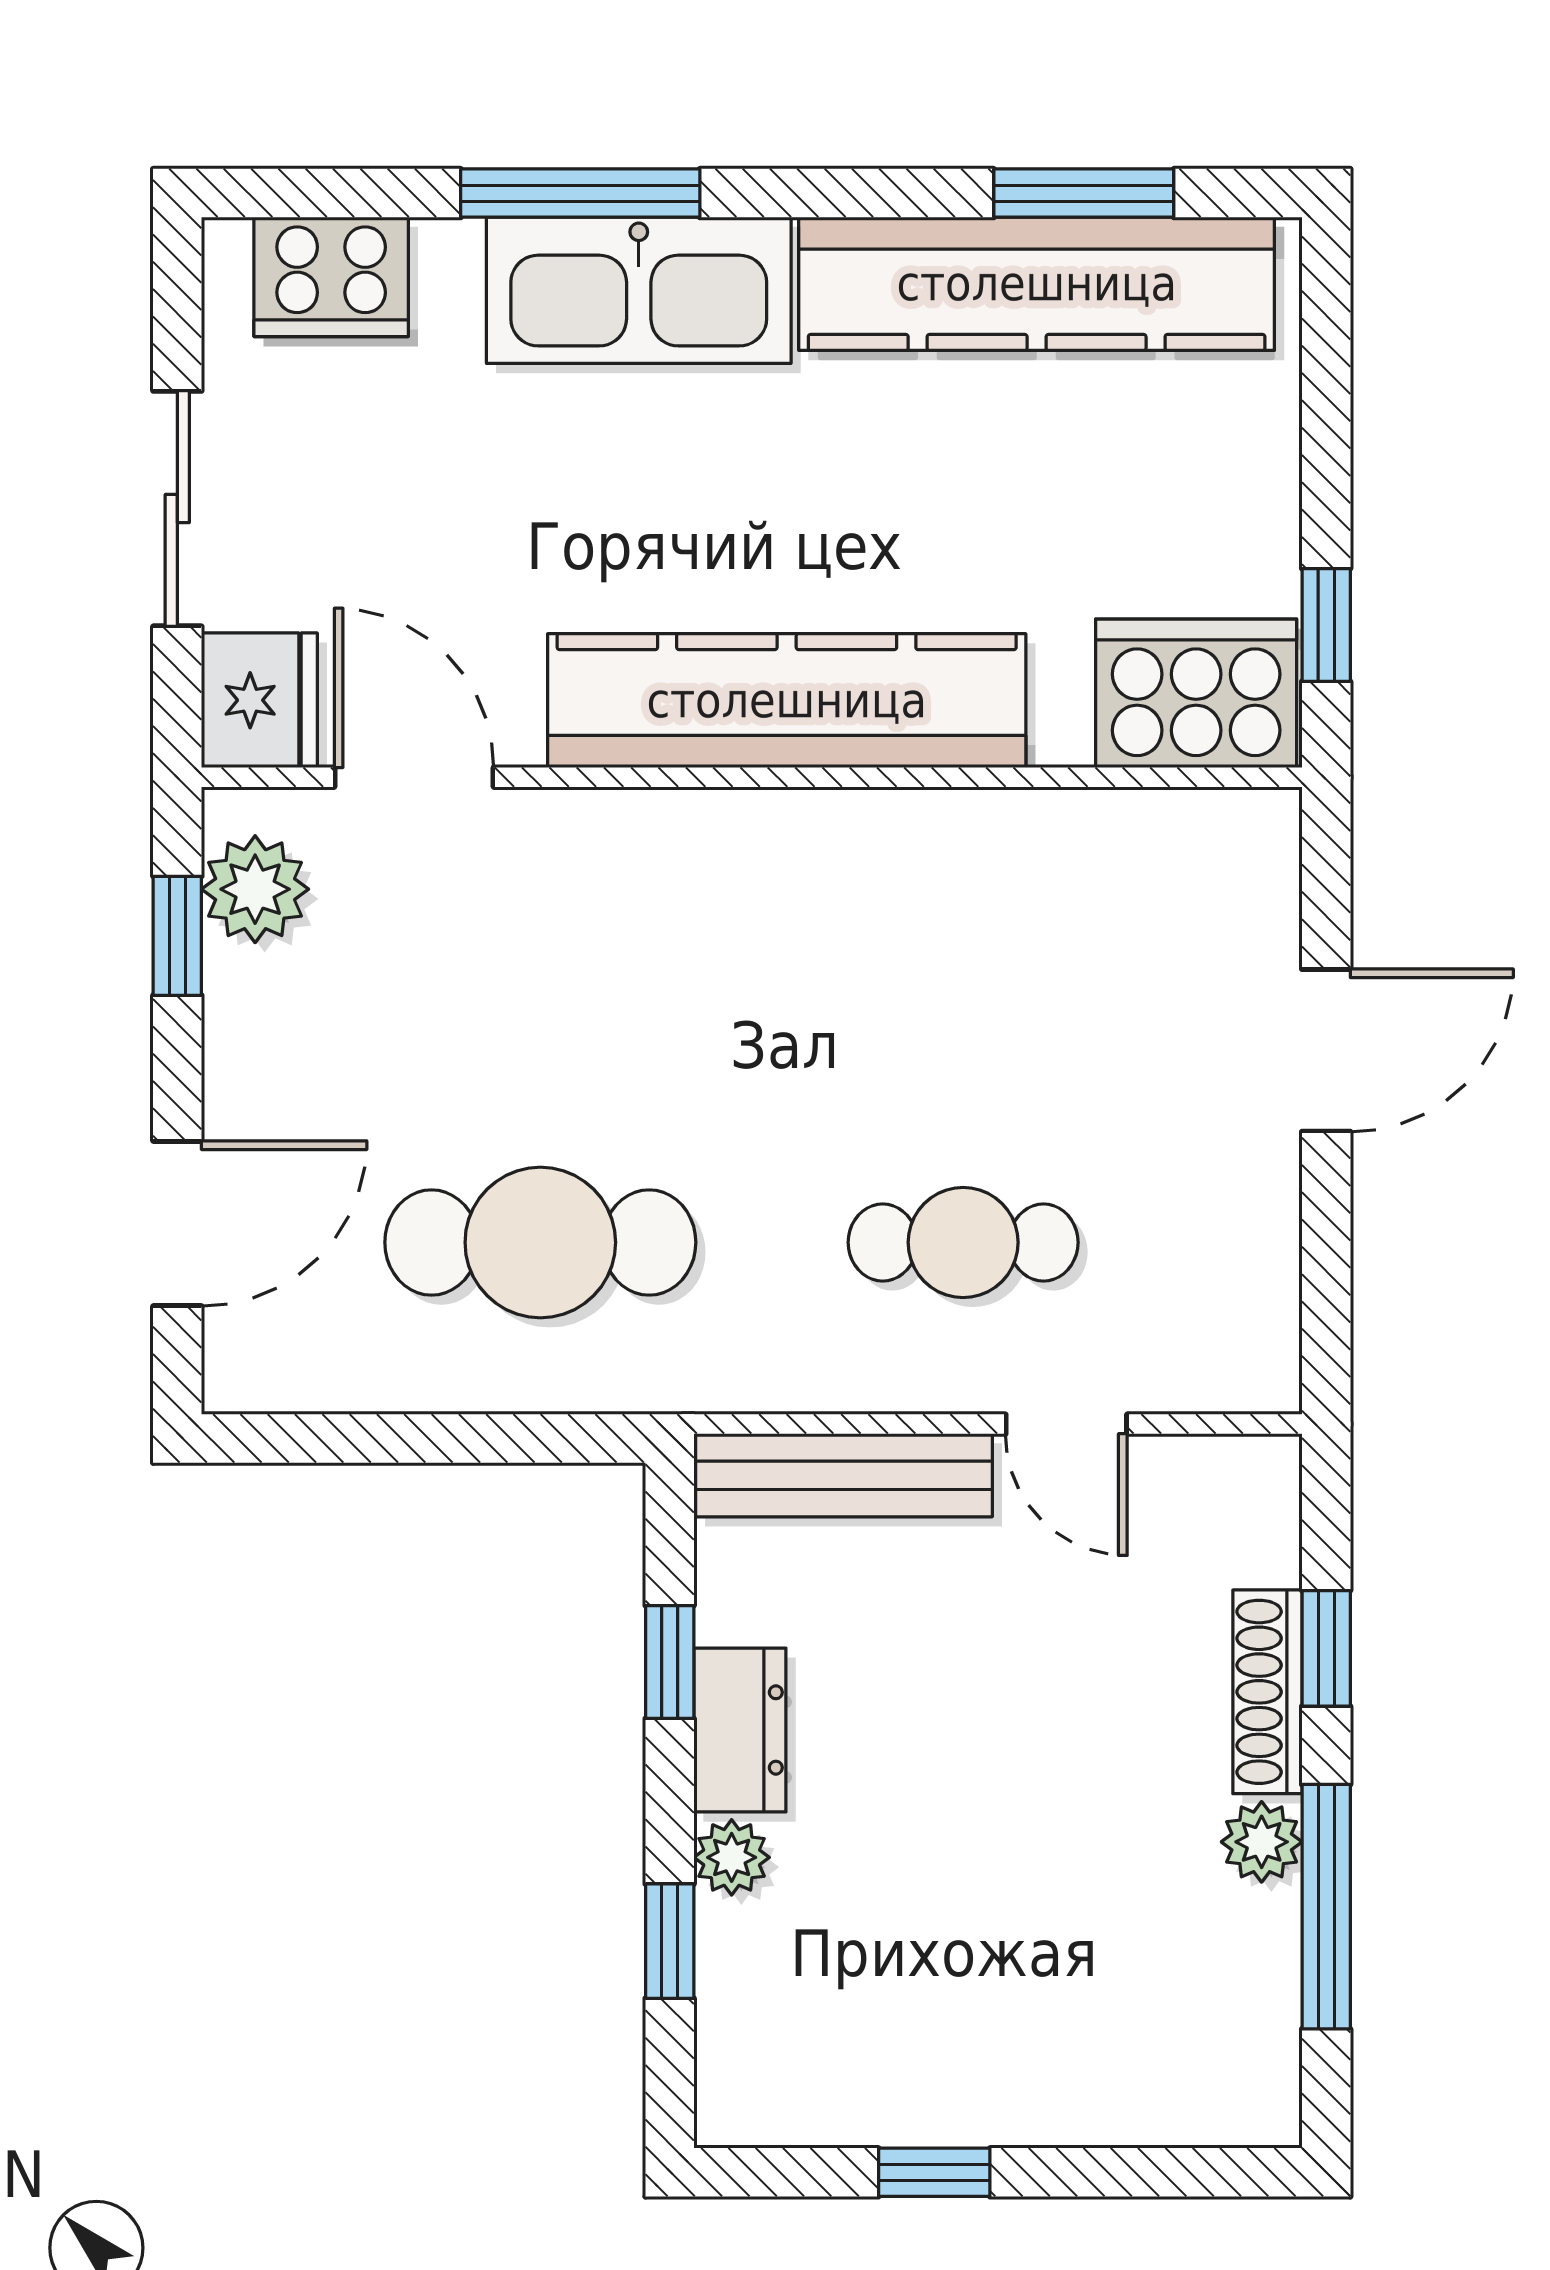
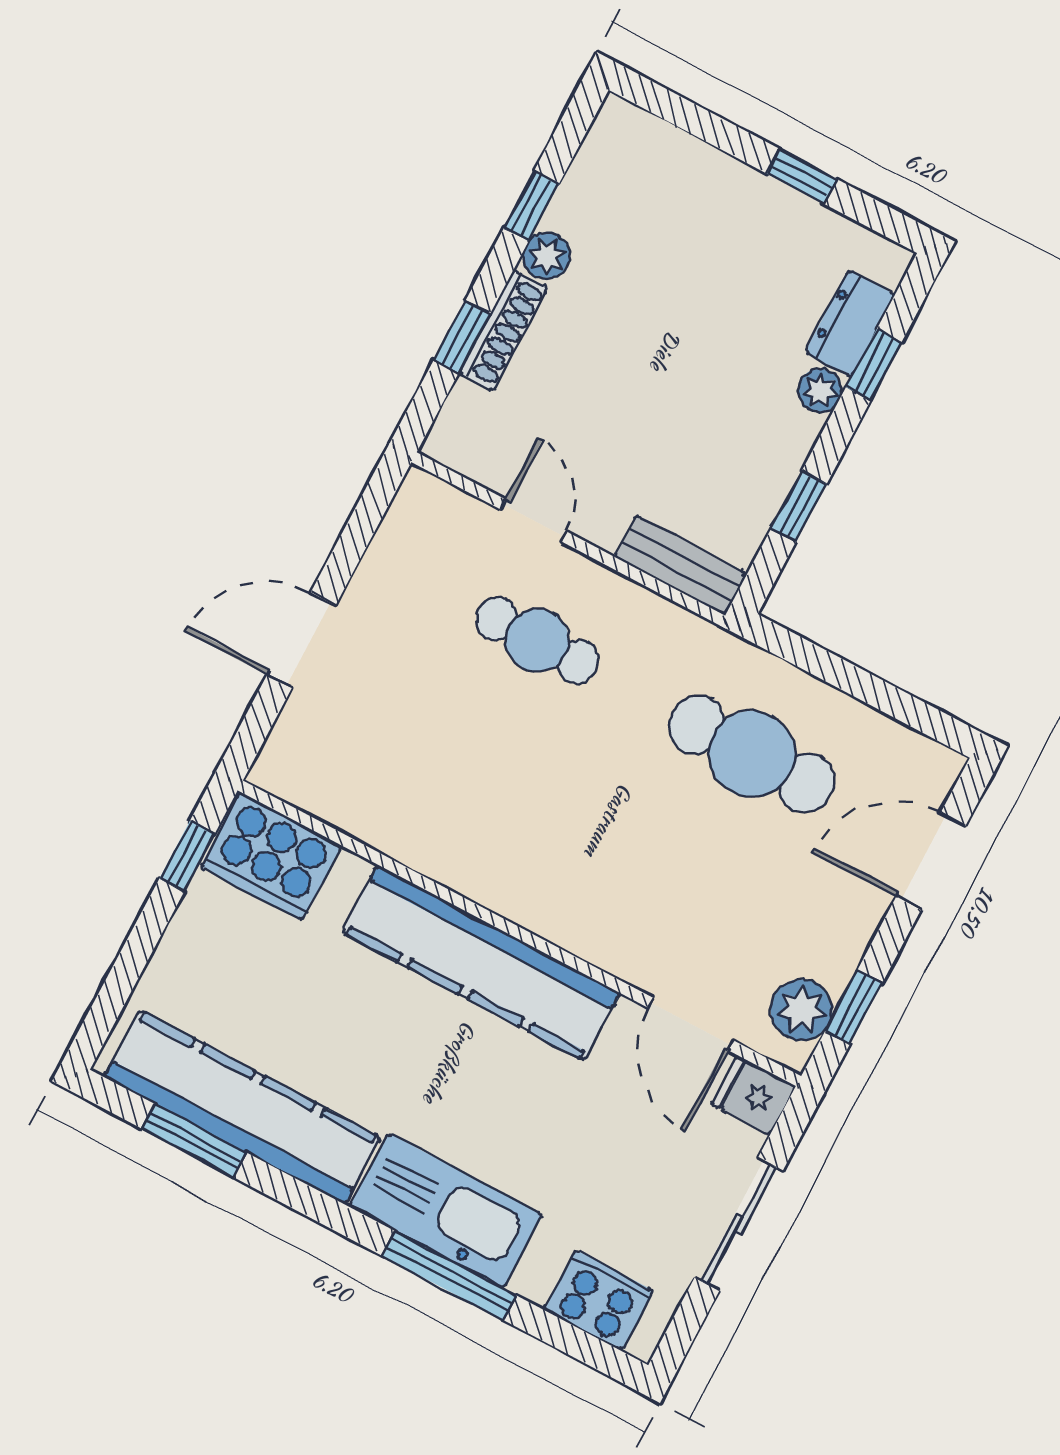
fridge: (259, 700) -> (754, 1095), width x0.72
bench: (844, 1475) -> (680, 565), width x0.73
dresser: (740, 1730) -> (850, 324), moved
window: (1326, 1907) -> (531, 206), width x0.46

